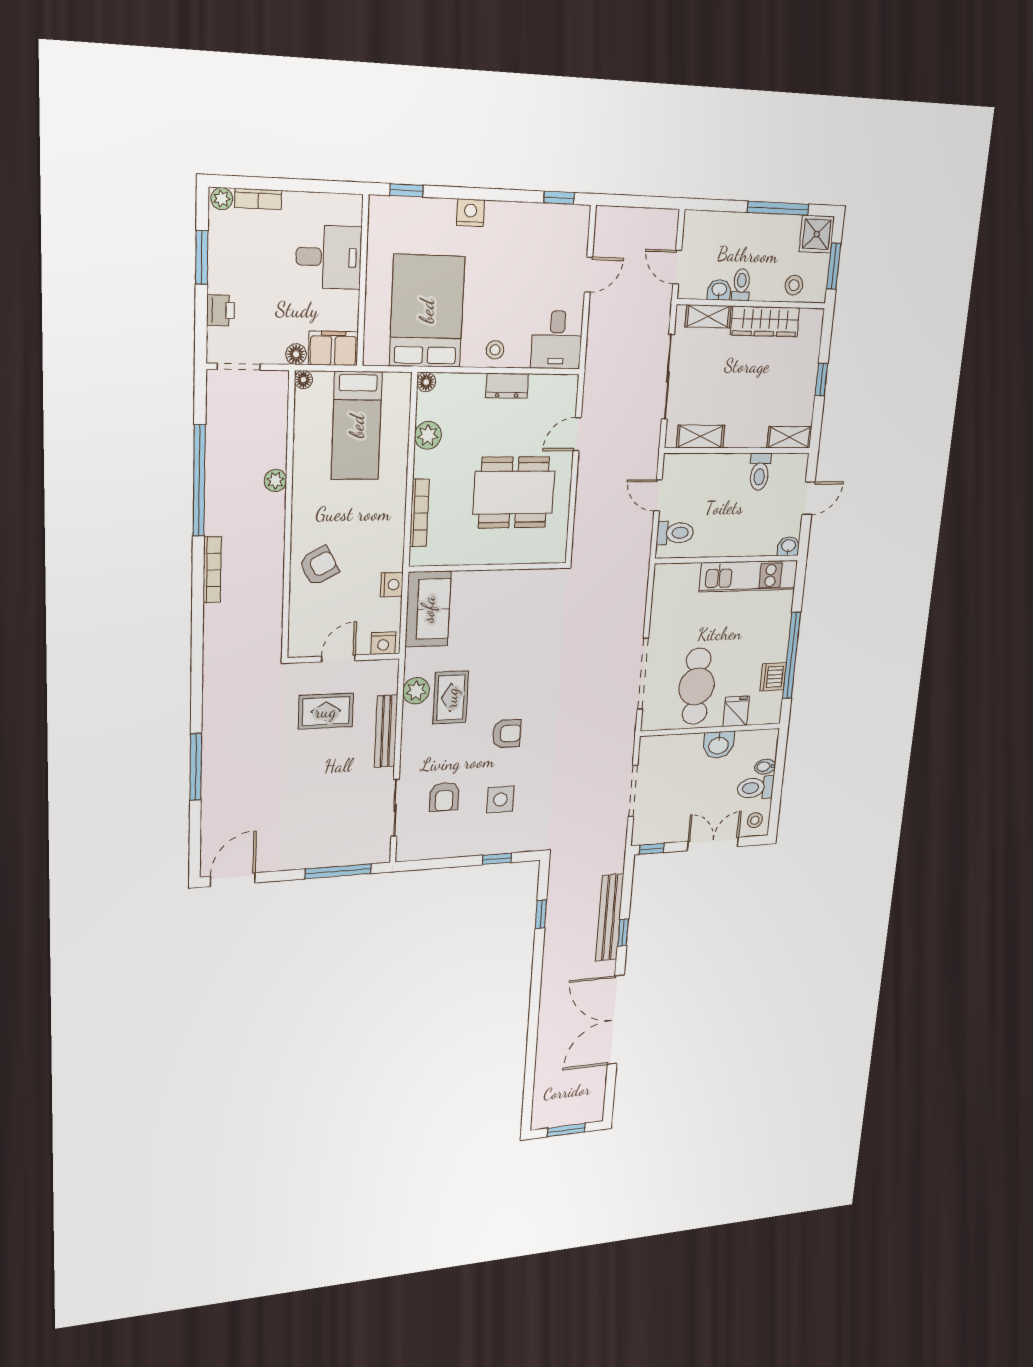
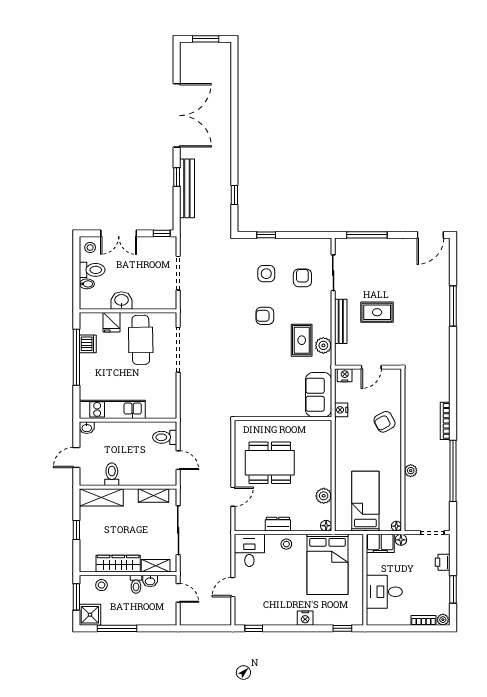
shelving: (789, 437) -> (101, 497), width x1.50, depth x1.33
bookcase: (419, 513) -> (327, 451), removed
rug: (326, 711) -> (377, 312), moved

